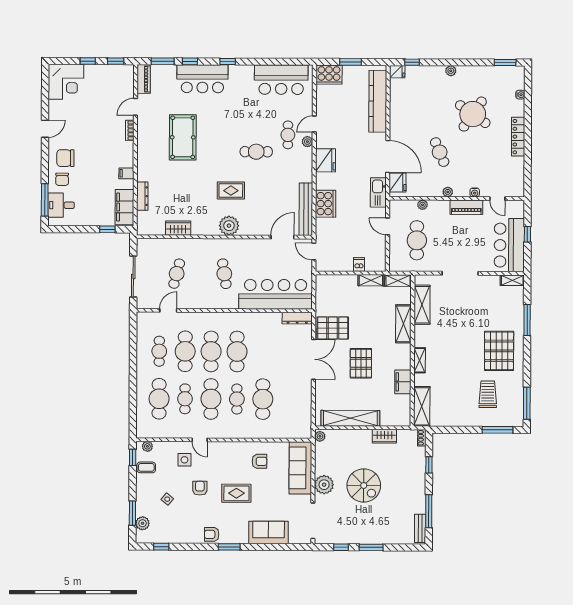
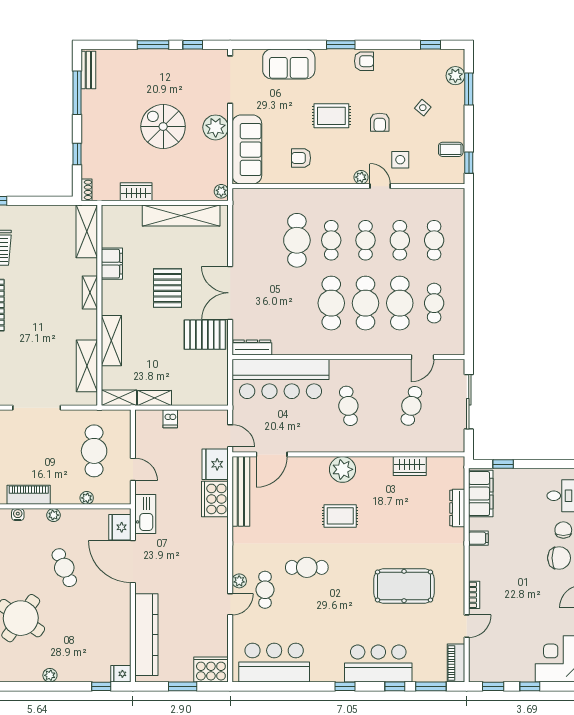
pool table: (183, 137) -> (404, 586), turned 90
fridge: (326, 160) -> (215, 464), moved
cafe table: (159, 399) -> (434, 240), width x0.73, depth x0.74
cafe table: (211, 399) -> (366, 240), width x0.73, depth x0.74
plant: (147, 446) -> (361, 177), moved

